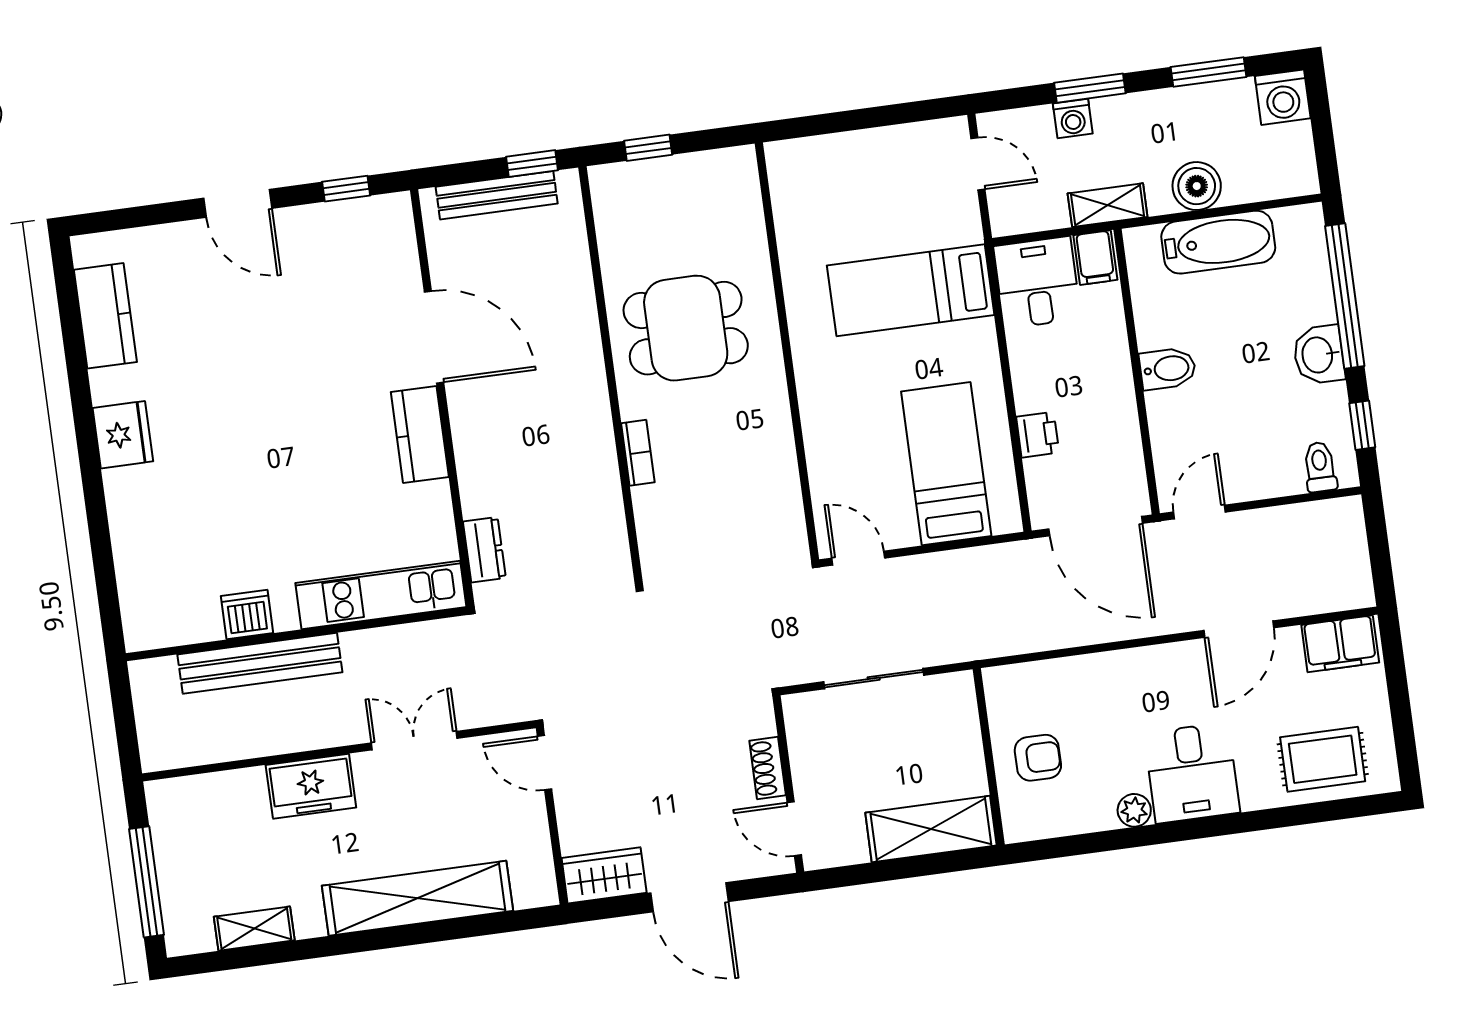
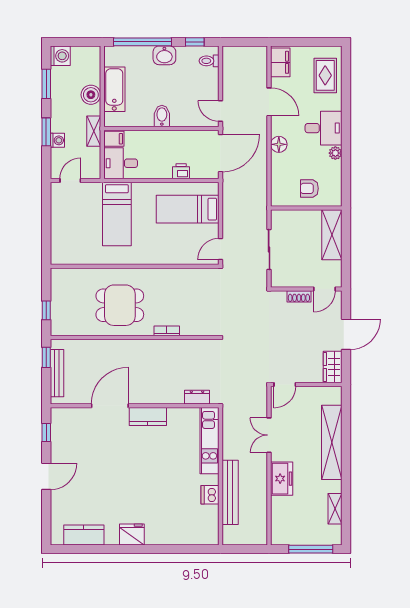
dining table: (686, 328) -> (120, 305), turned 90
floor lamp: (1137, 667) -> (279, 144), added
armchair: (1038, 758) -> (309, 188), turned -90

